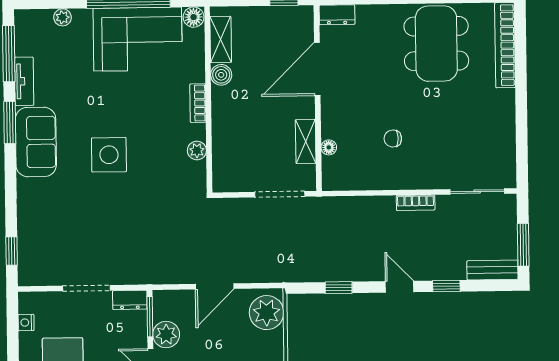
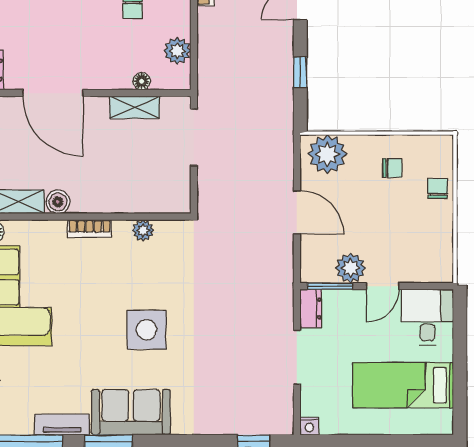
plant: (356, 179) -> (177, 51), added
nightstand: (26, 323) -> (309, 426), moved

